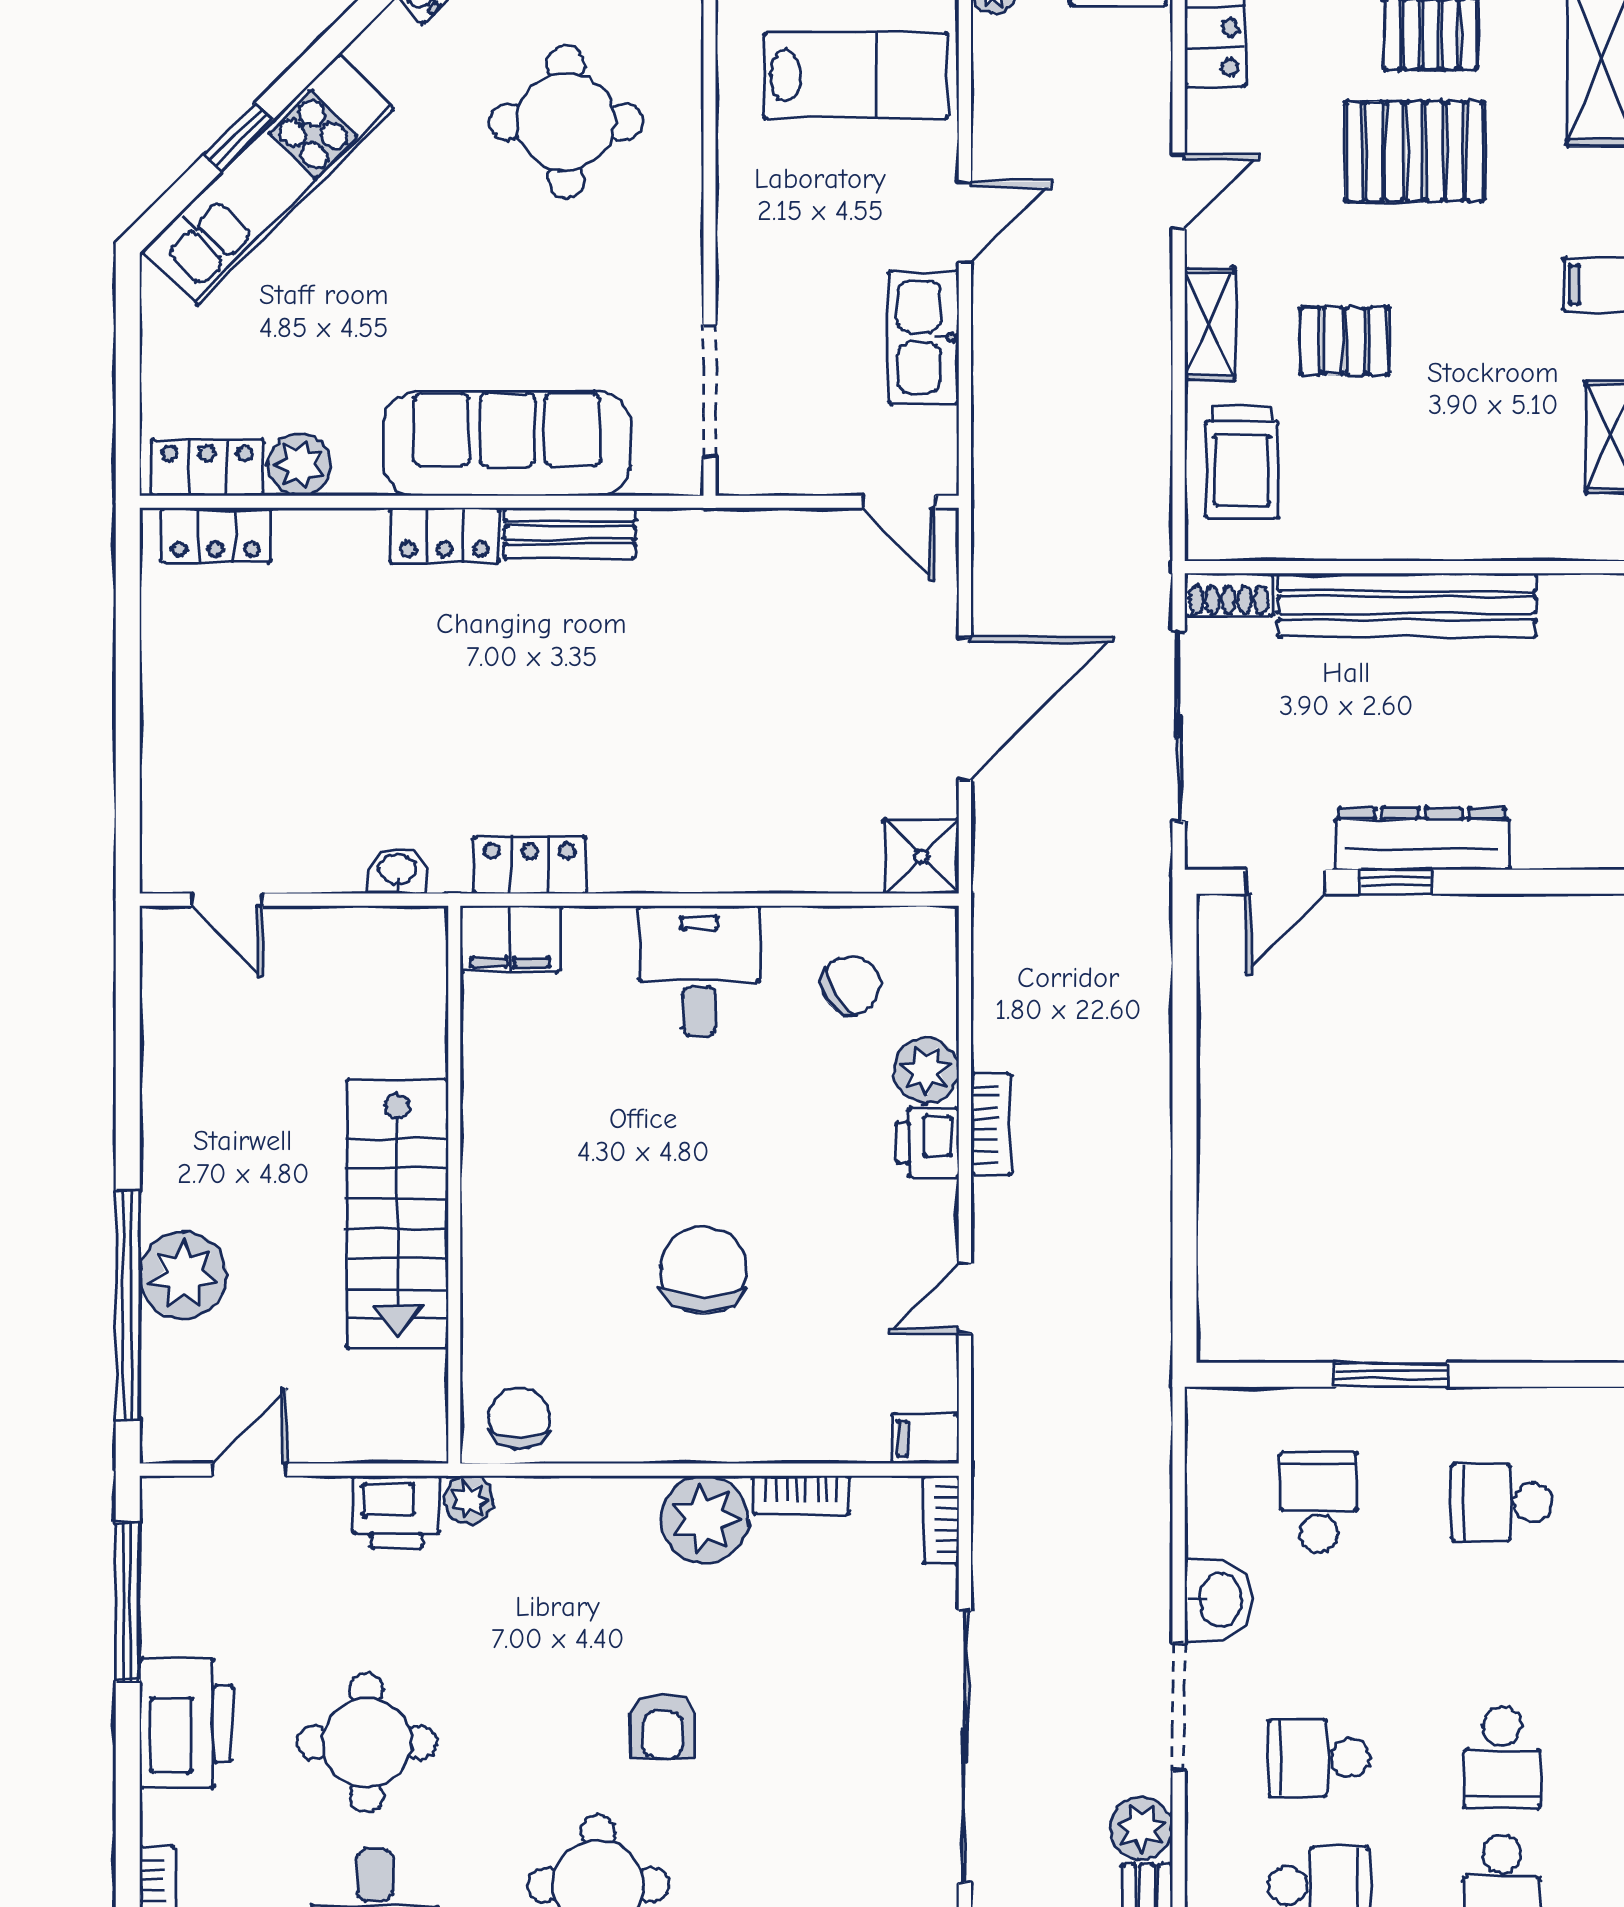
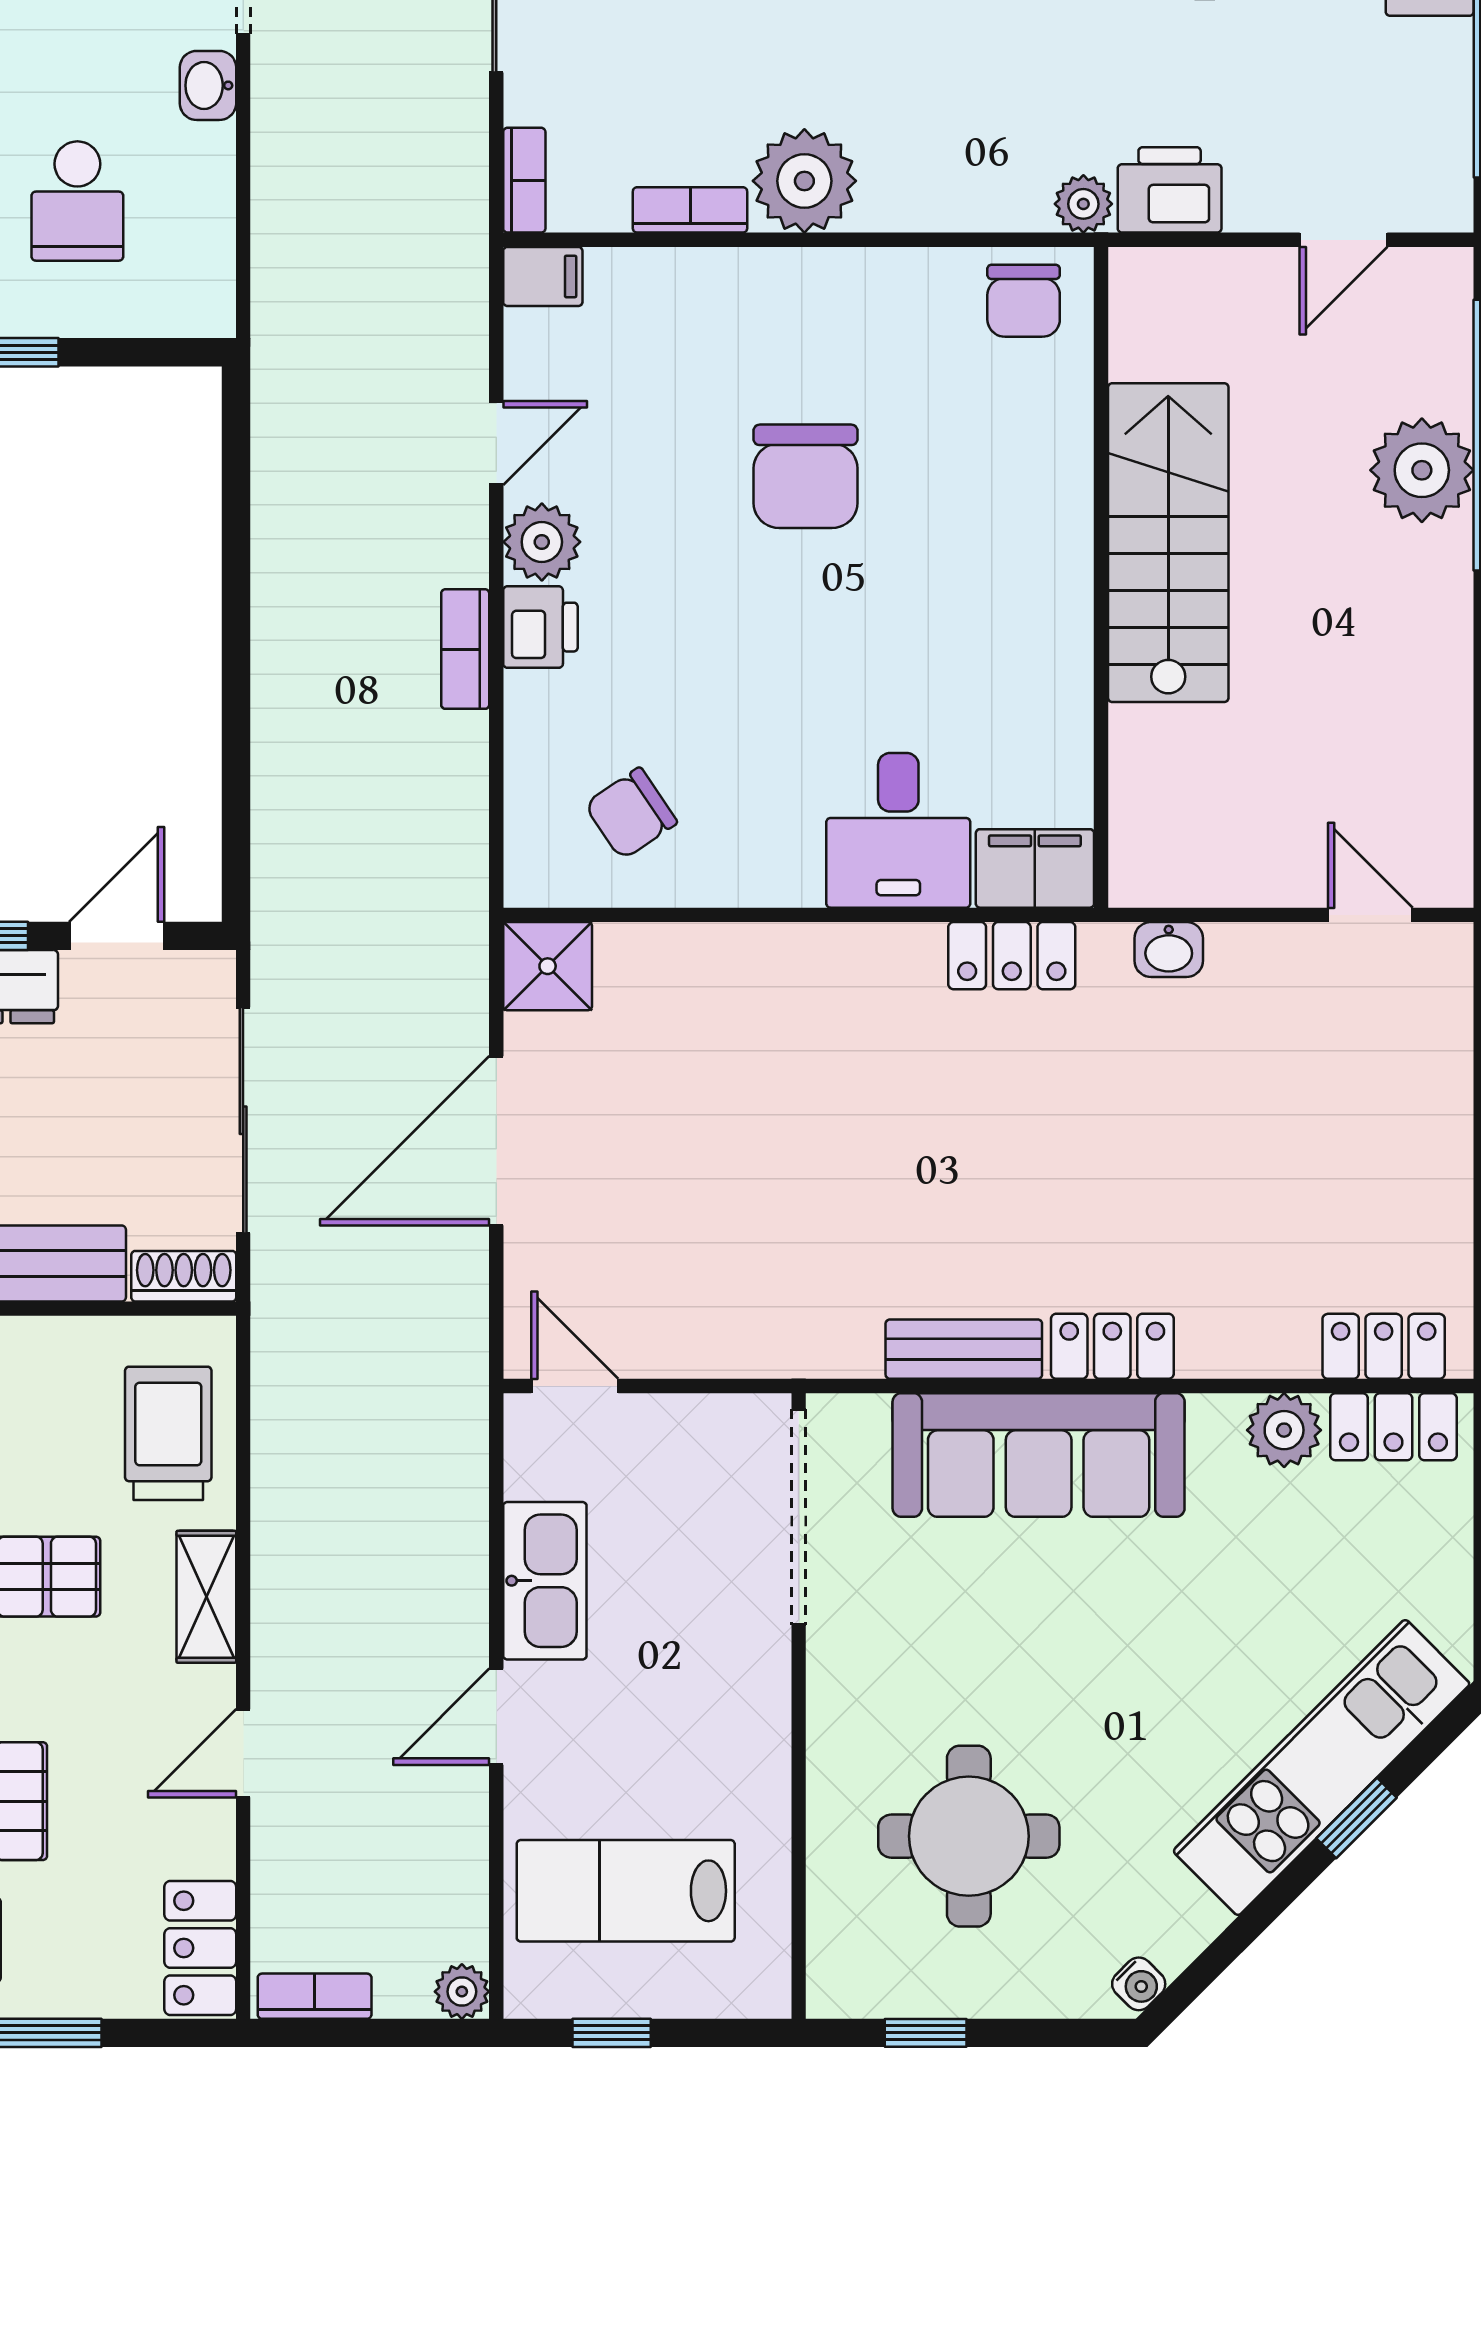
doorway: (710, 391) -> (799, 1517), width x1.36
desk: (699, 971) -> (898, 830), moved
plant: (926, 1071) -> (542, 542), moved
washbasin: (1219, 1600) -> (208, 85), width x0.72, depth x0.69

